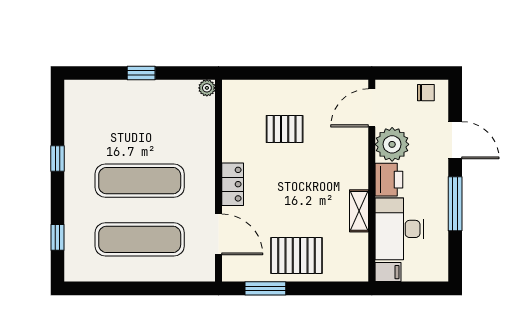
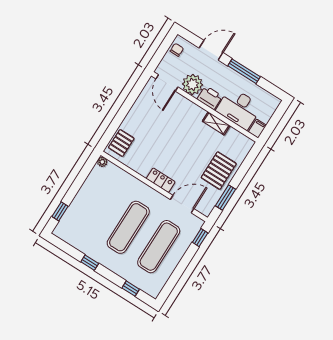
window: (141, 73) -> (60, 211), moved
pallet: (285, 129) -> (121, 143), moved
window: (188, 288) -> (200, 238), added

